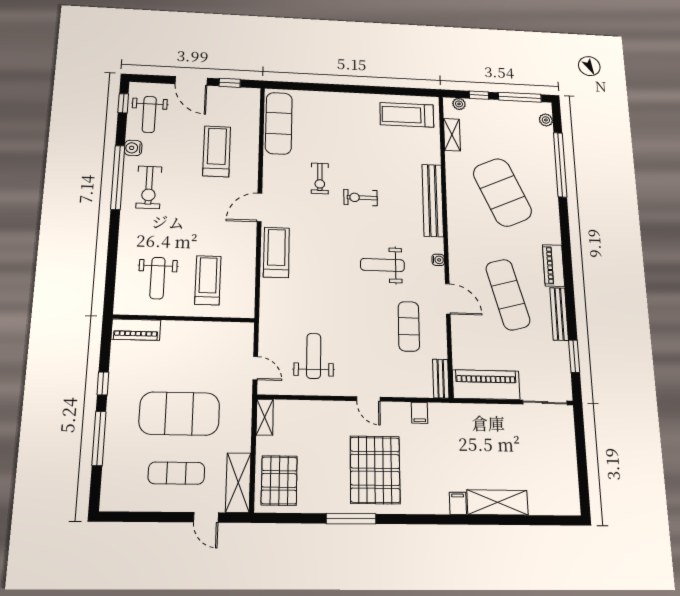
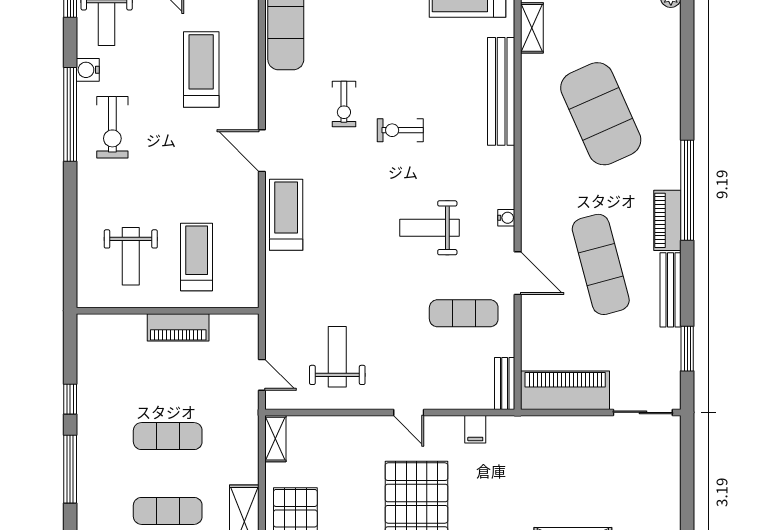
window: (560, 165) -> (687, 190), moved
bench: (433, 200) -> (501, 91), moved
door: (259, 207) -> (262, 151), hinge flipped
exercise mat: (409, 326) -> (464, 313), turned 90
piano: (136, 330) -> (178, 327), moved
exercise mat: (179, 414) -> (168, 436), width x0.50, depth x0.69

